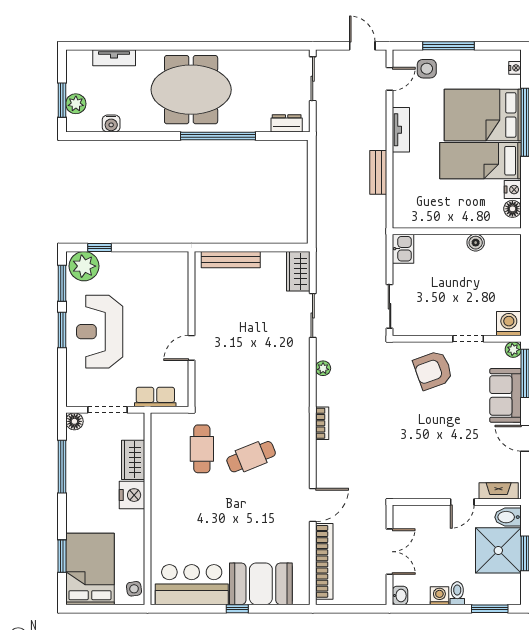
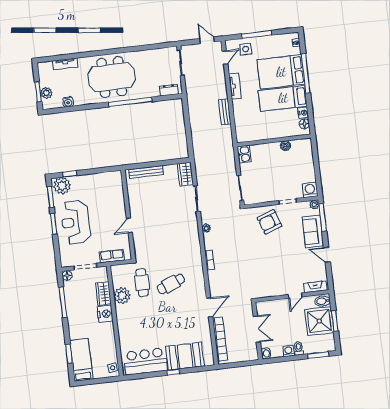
plant: (165, 467) -> (122, 296), added
bed: (90, 569) -> (81, 360), width x0.67

